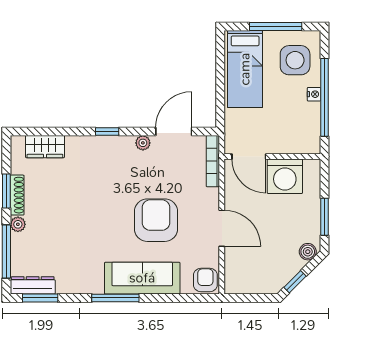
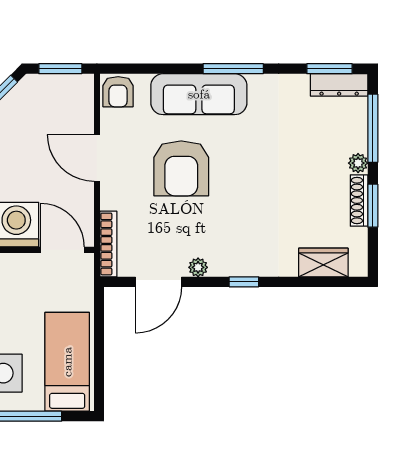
window: (250, 298) -> (60, 69), added

